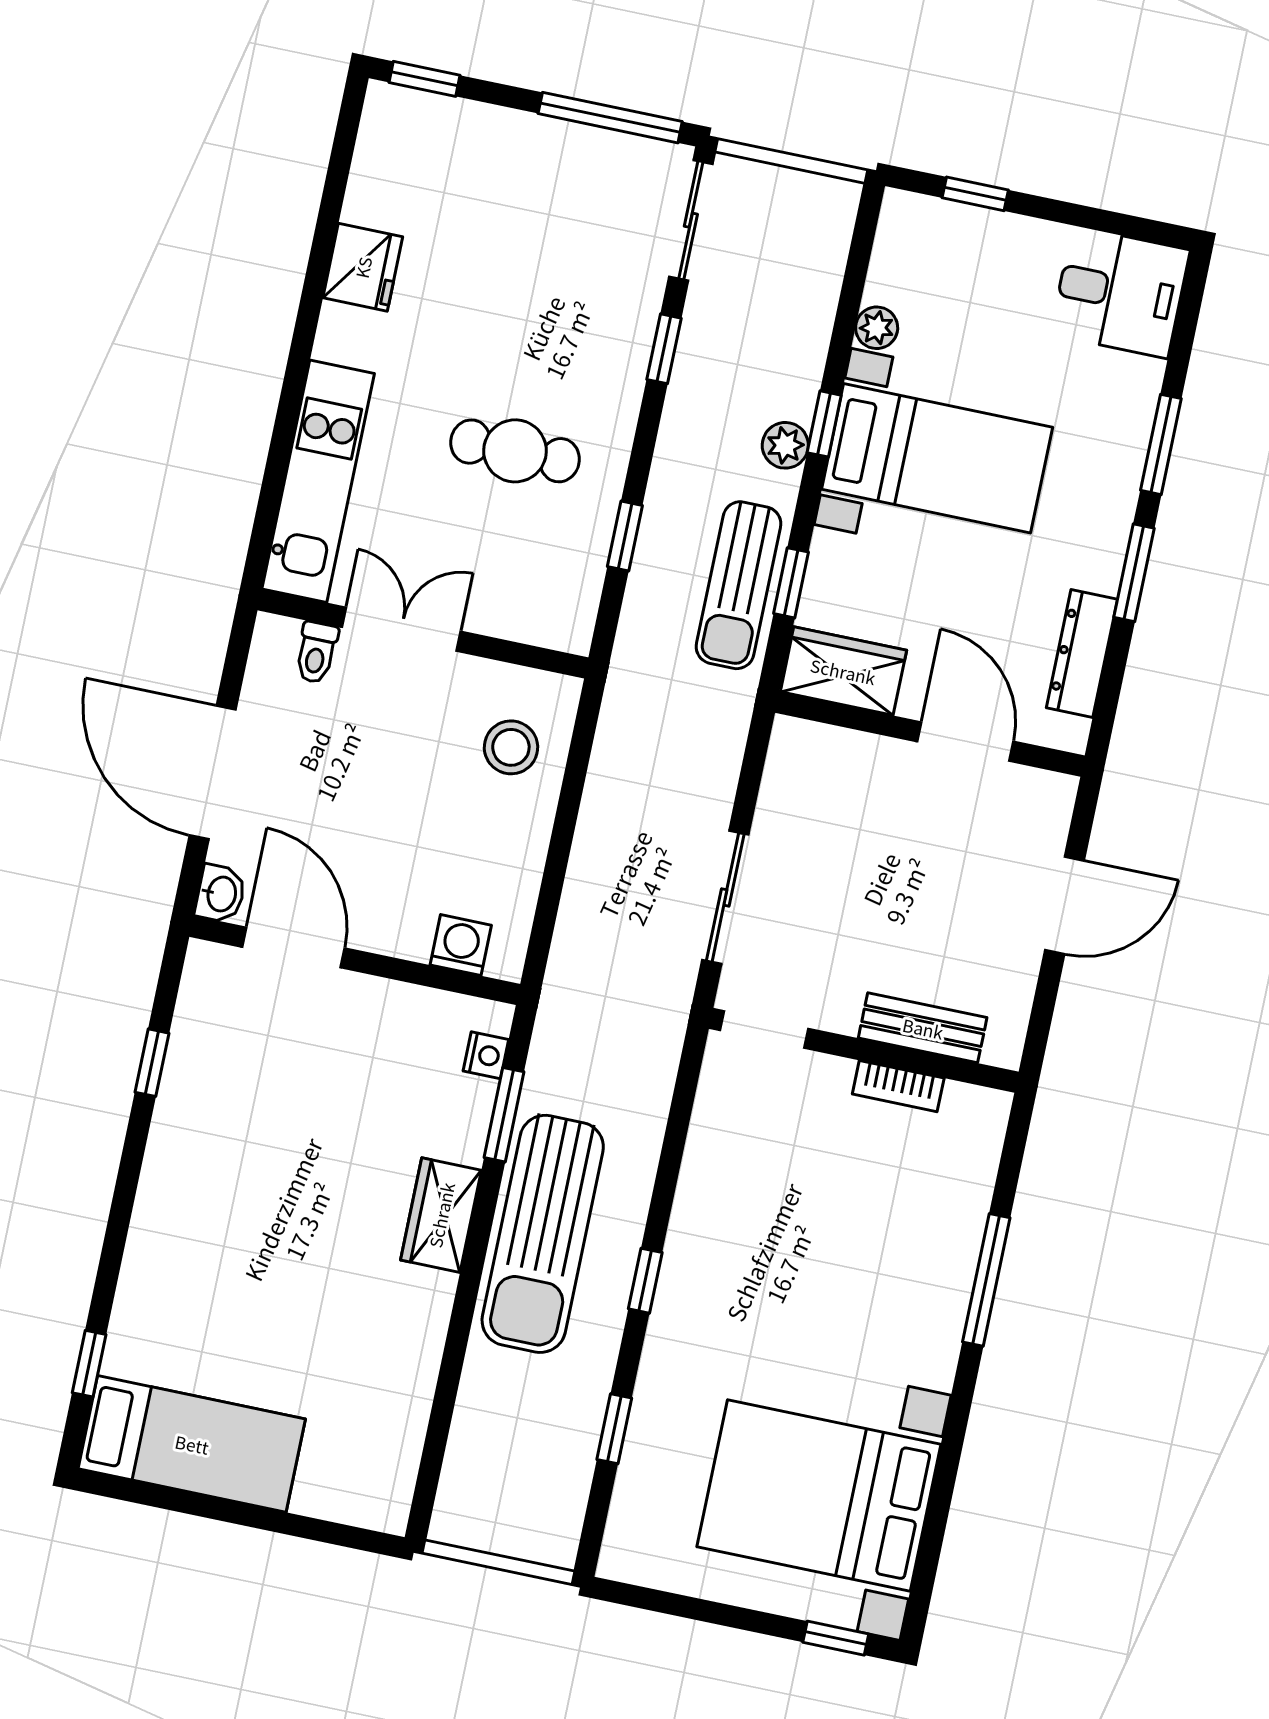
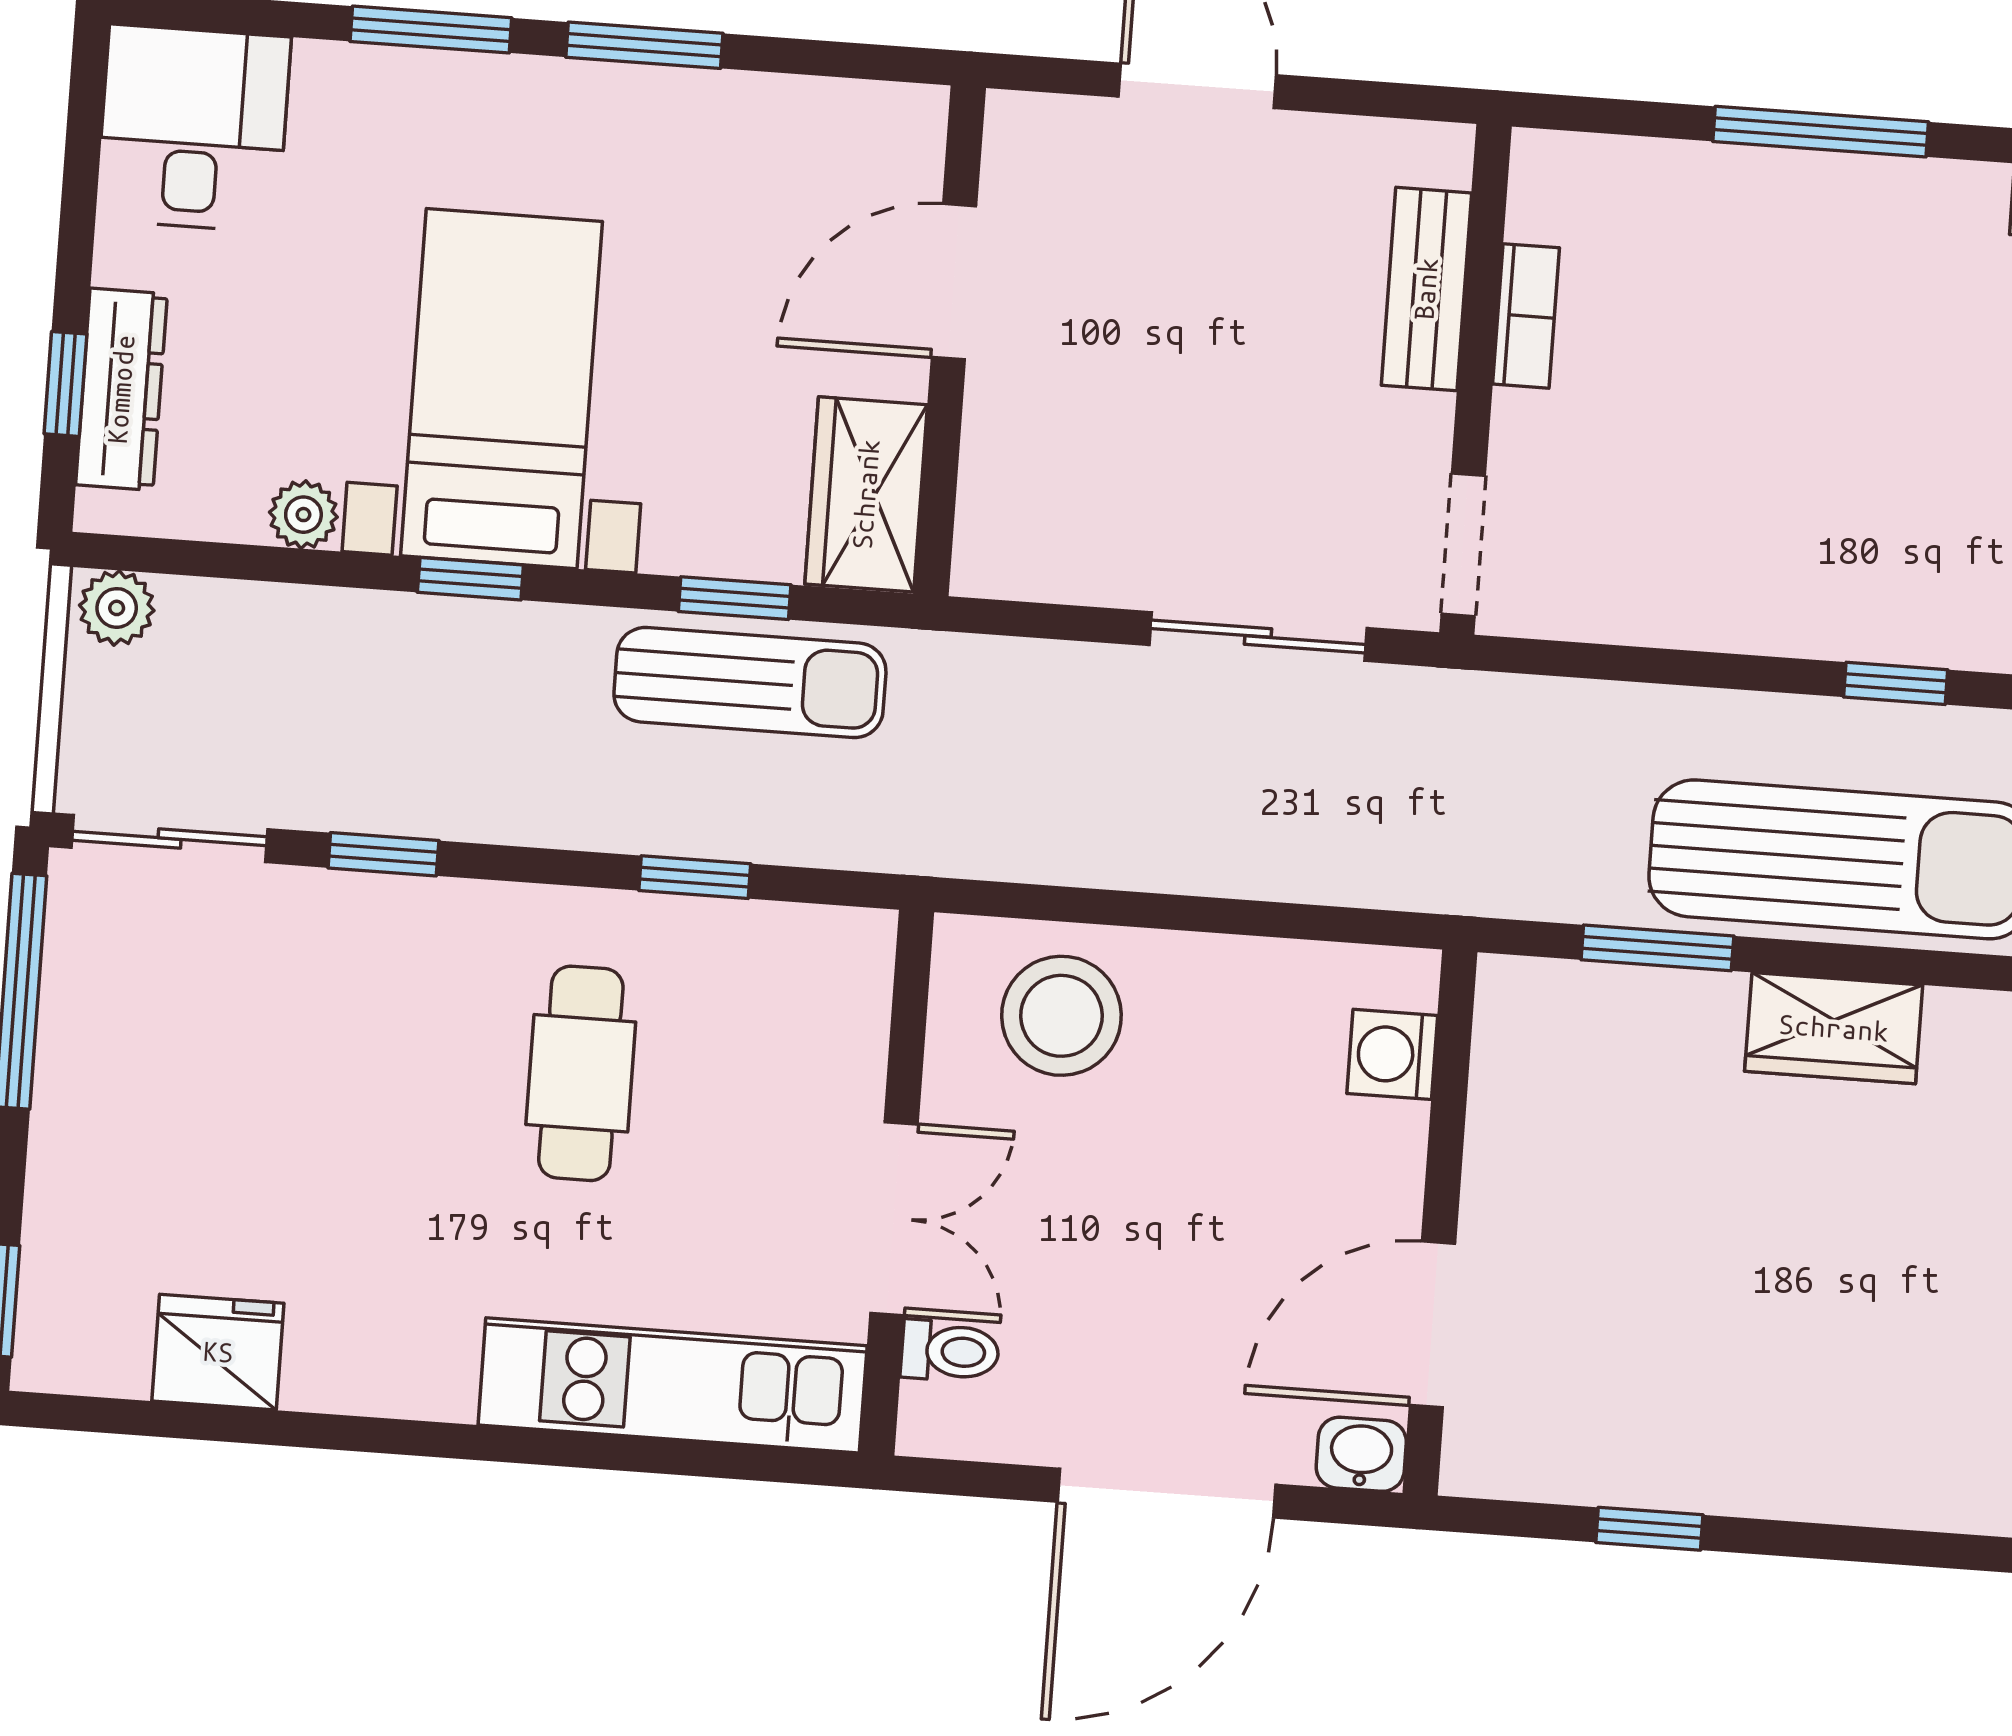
fridge: (363, 267) -> (218, 1352), moved
plant: (785, 445) -> (117, 608), moved
double door: (401, 629) -> (894, 1219), swing flipped
dresser: (1082, 653) -> (121, 389), moved, turned -90
stool: (511, 747) -> (1061, 1016), width x1.38, depth x1.38
nightstand: (486, 1055) -> (1565, 990), removed

